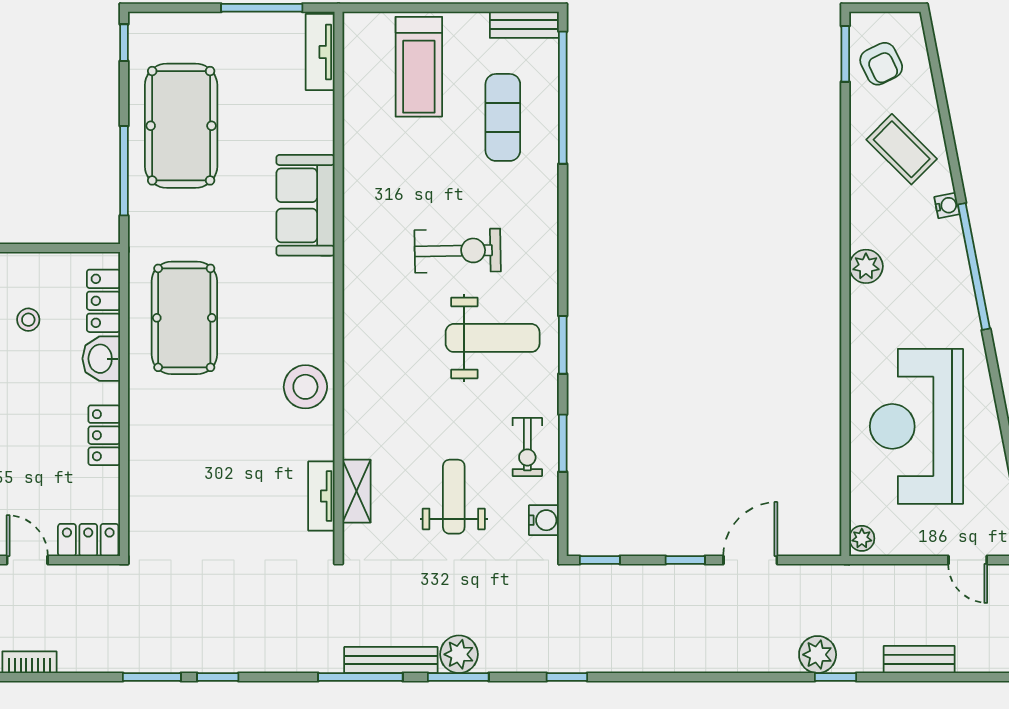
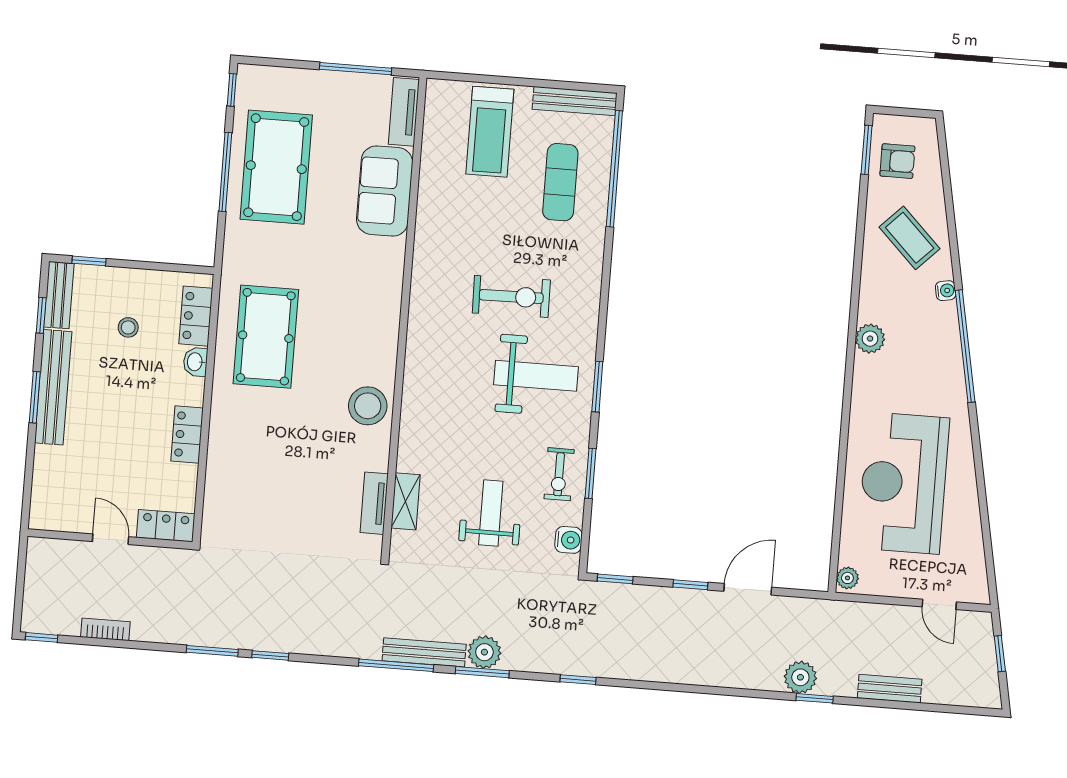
bench: (524, 25) -> (575, 101), width x1.36
armchair: (881, 64) -> (897, 161), turned -64
window: (124, 171) -> (225, 172), moved
sofa: (305, 205) -> (385, 191), moved
washbasin: (101, 359) -> (195, 362), width x0.72, depth x0.69

